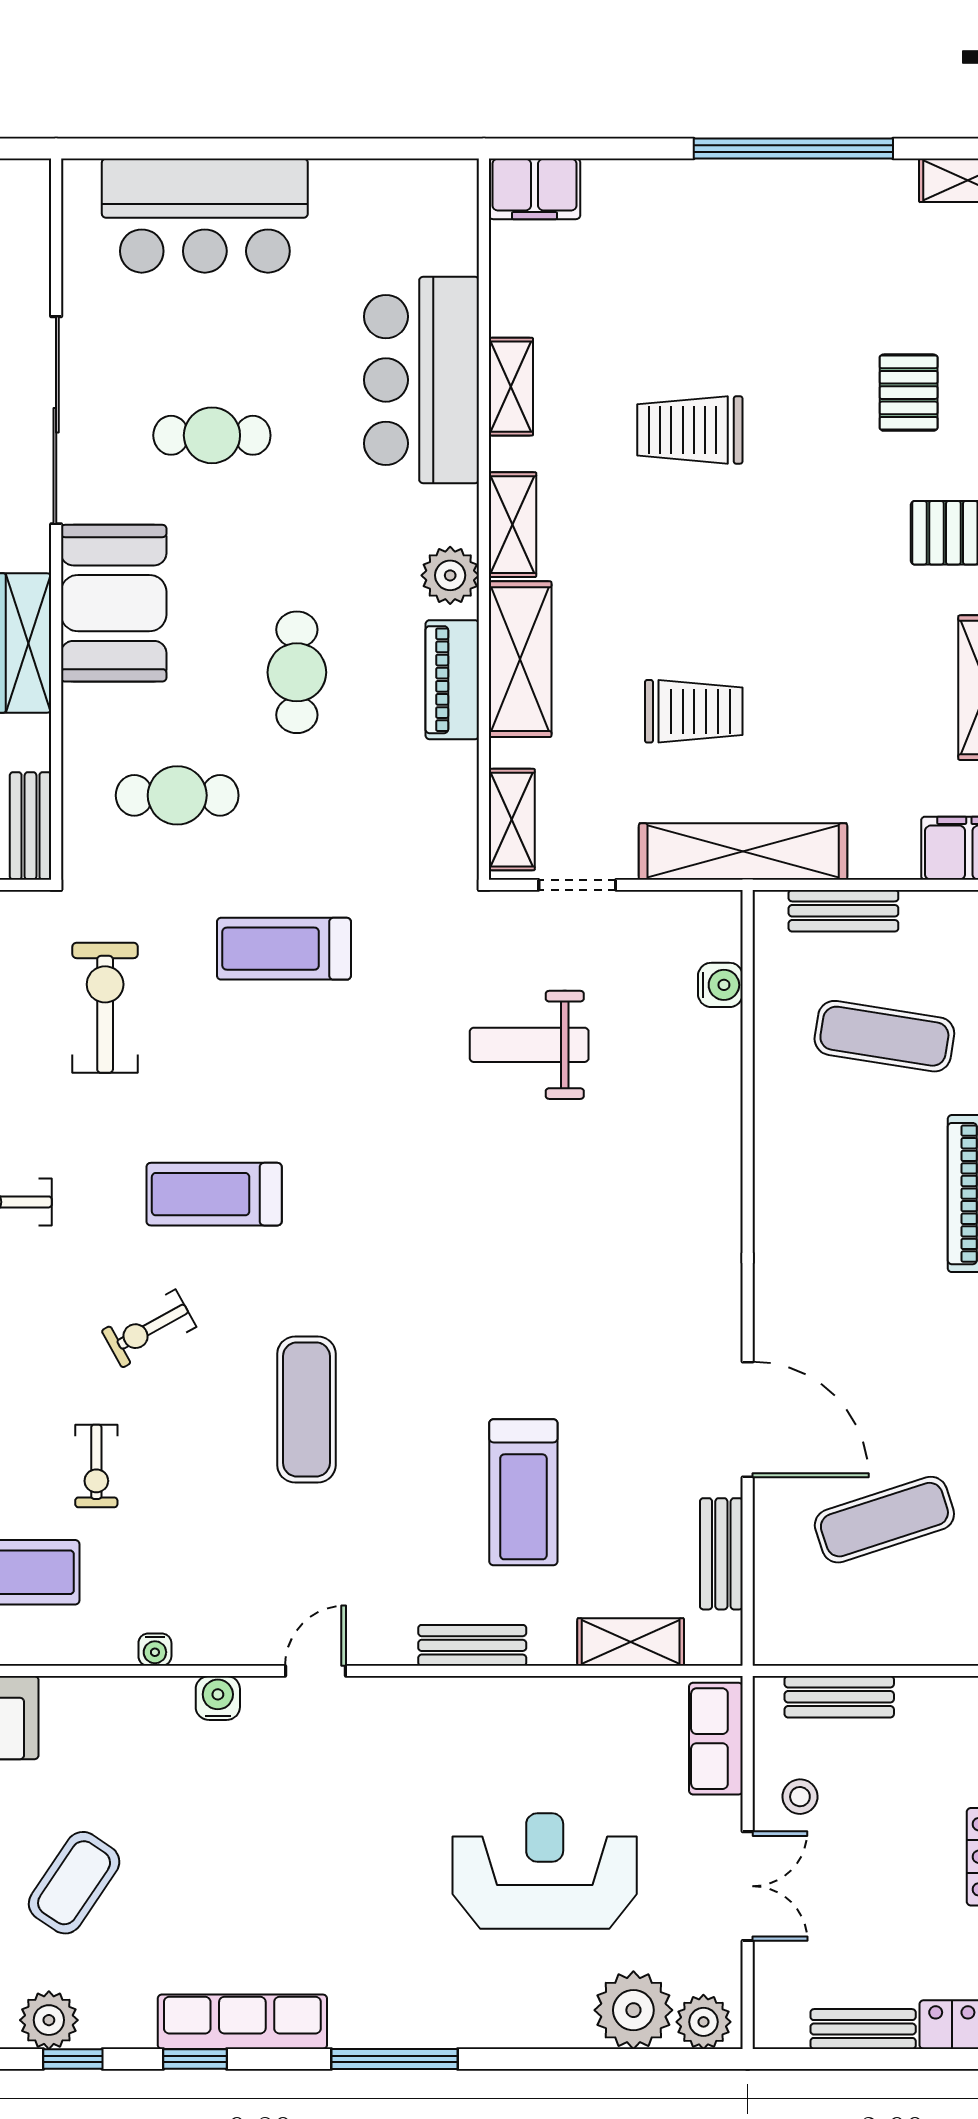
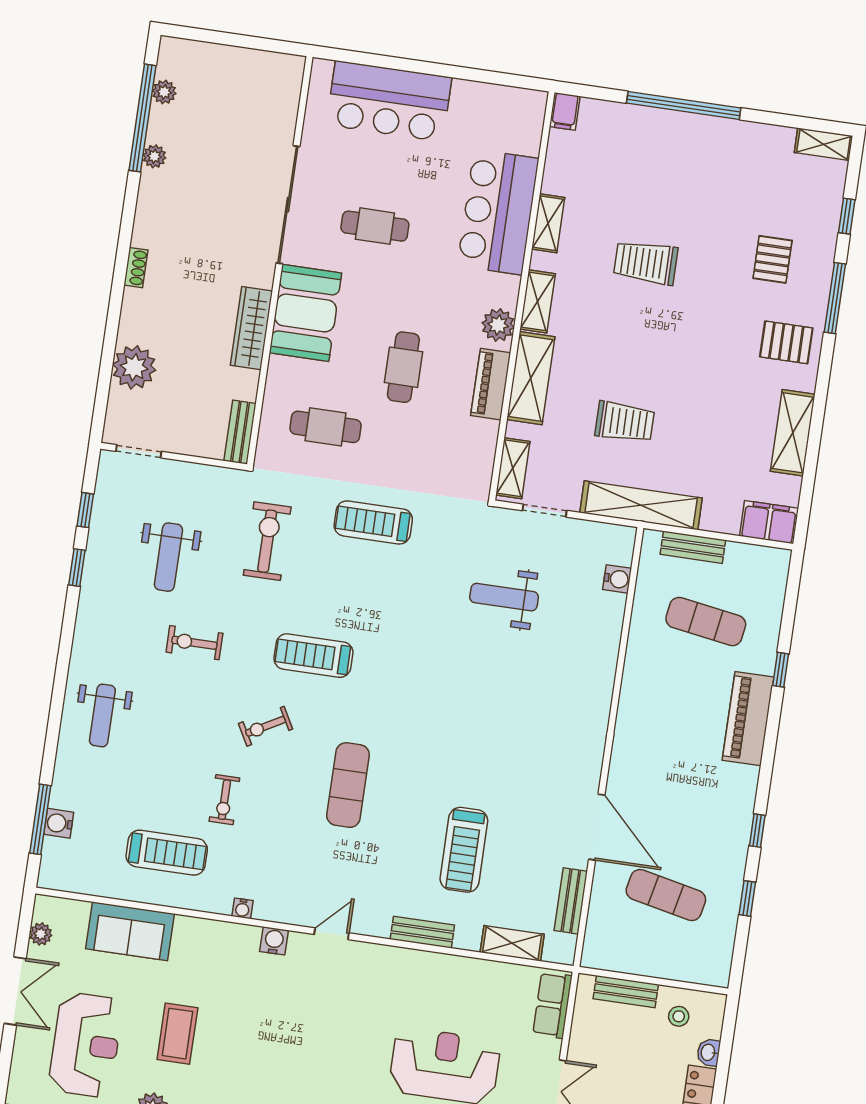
window: (793, 149) -> (684, 105), moved
filing cabinet: (535, 189) -> (565, 111), width x0.50
exercise mat: (884, 1520) -> (666, 895), turned 30
stool: (800, 1797) -> (679, 1016), moved
coffee table: (74, 1883) -> (177, 1034), turned -34

